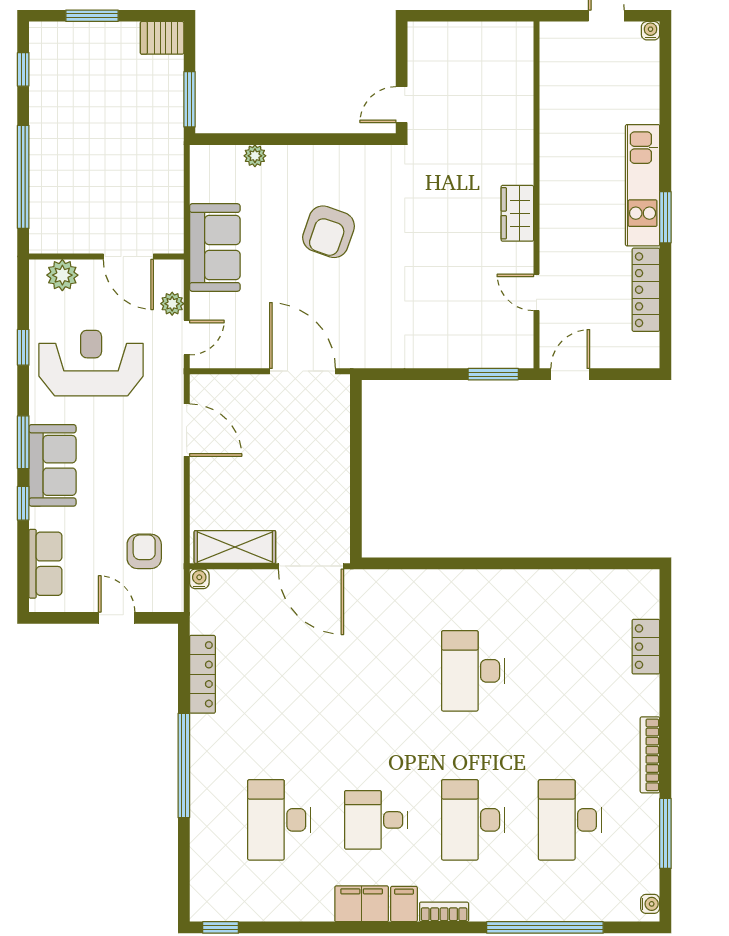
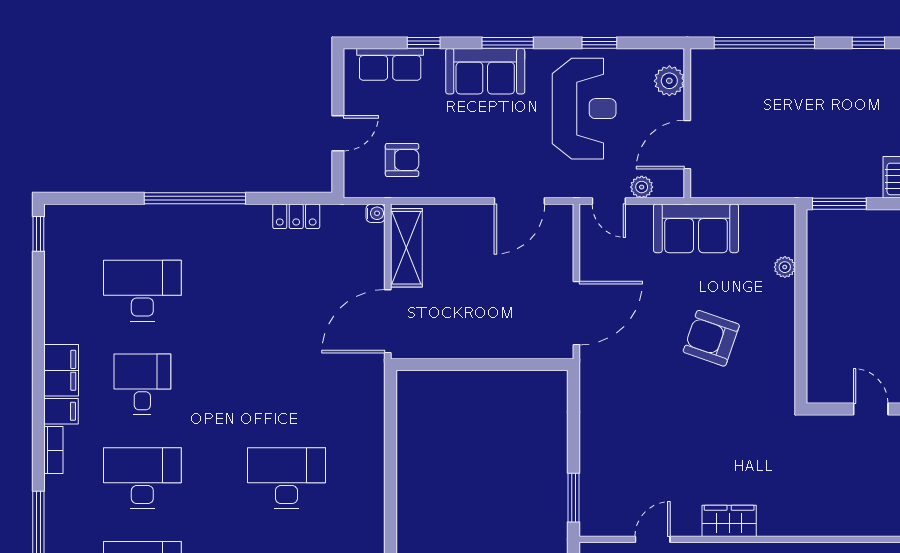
door: (402, 105) -> (871, 409), moved
window: (23, 503) -> (424, 43), moved
locker: (202, 674) -> (296, 216), width x0.66

